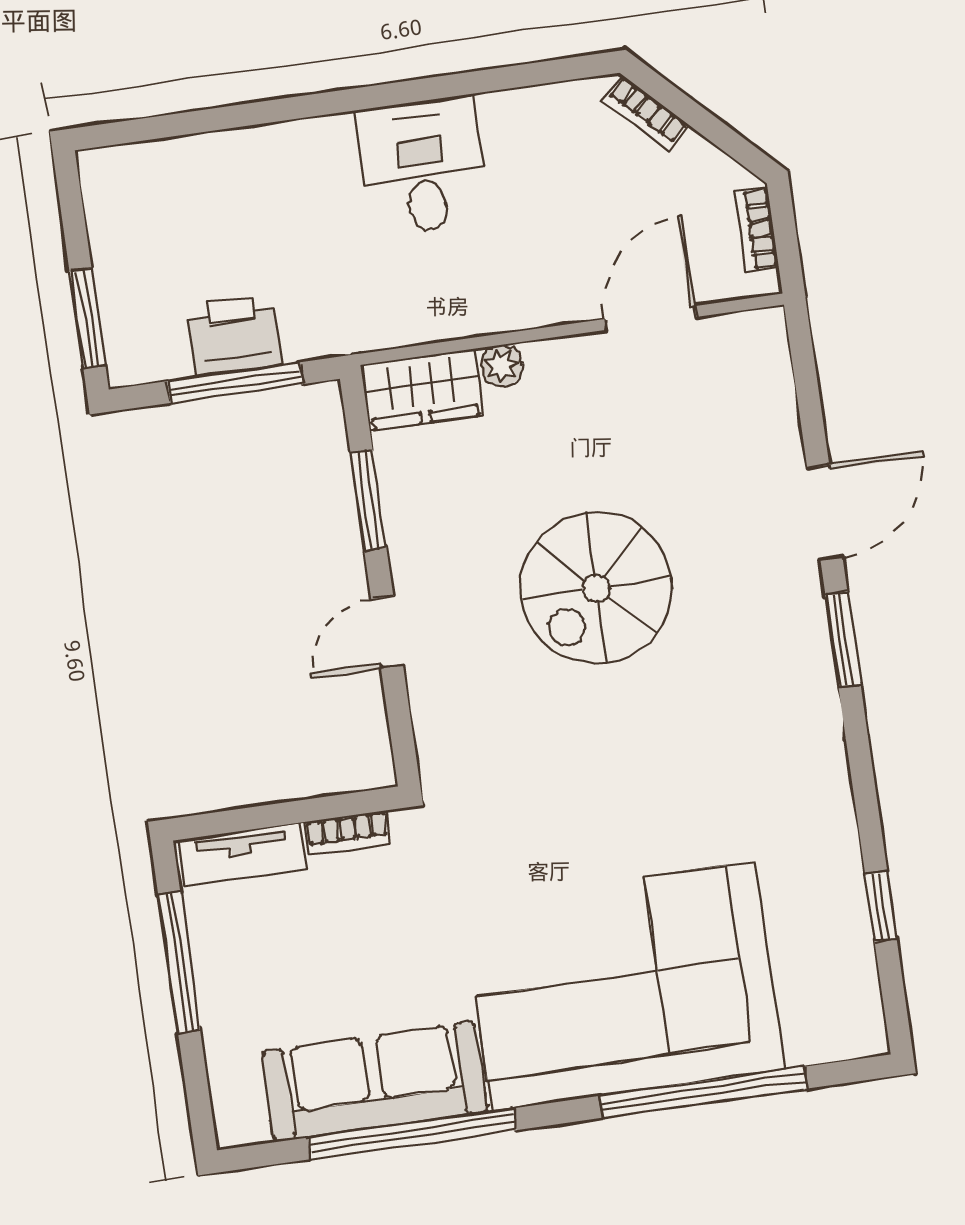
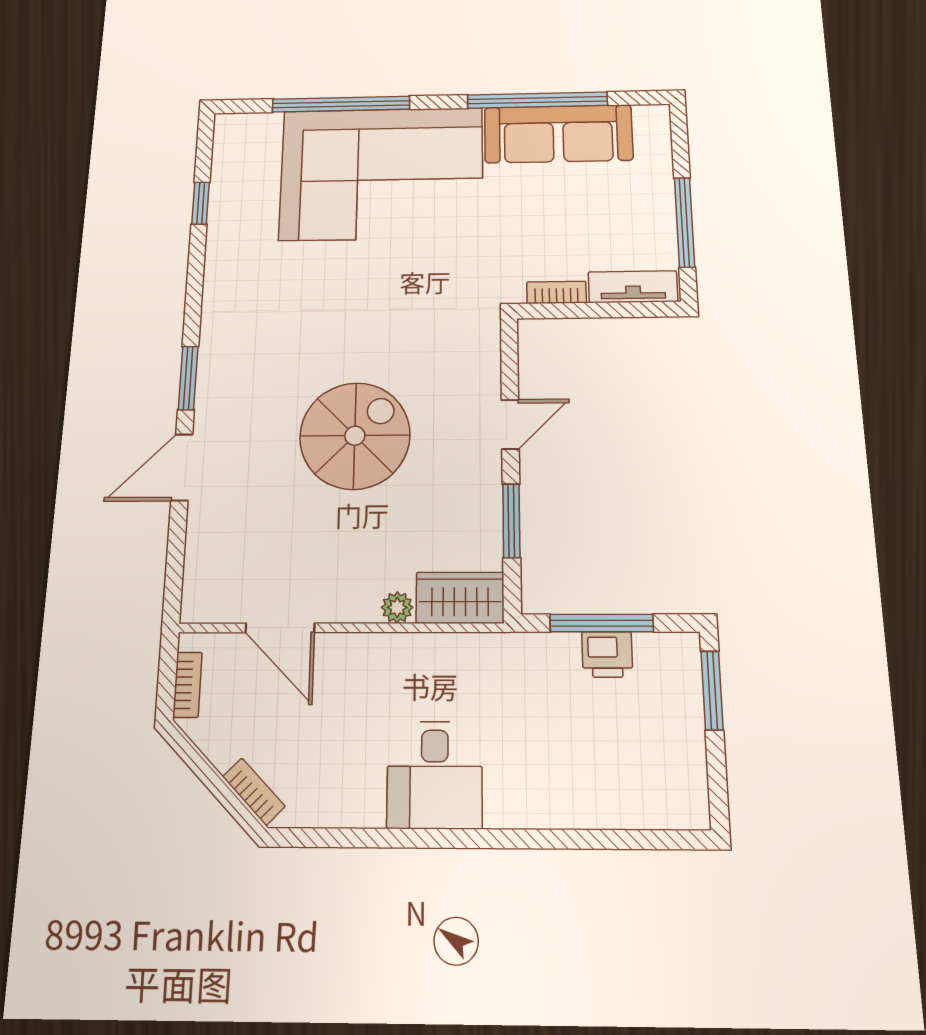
door: (650, 318) -> (280, 628), hinge flipped
printer: (234, 336) -> (607, 654), width x0.73, depth x0.81

